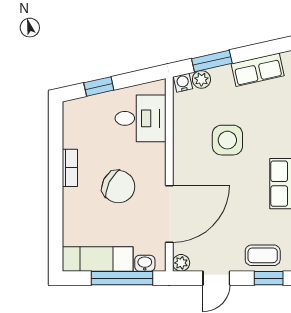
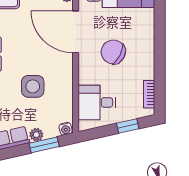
plant: (201, 79) -> (36, 135), moved
bookcase: (70, 168) -> (149, 94), moved
door: (169, 214) -> (76, 32), hinge flipped

